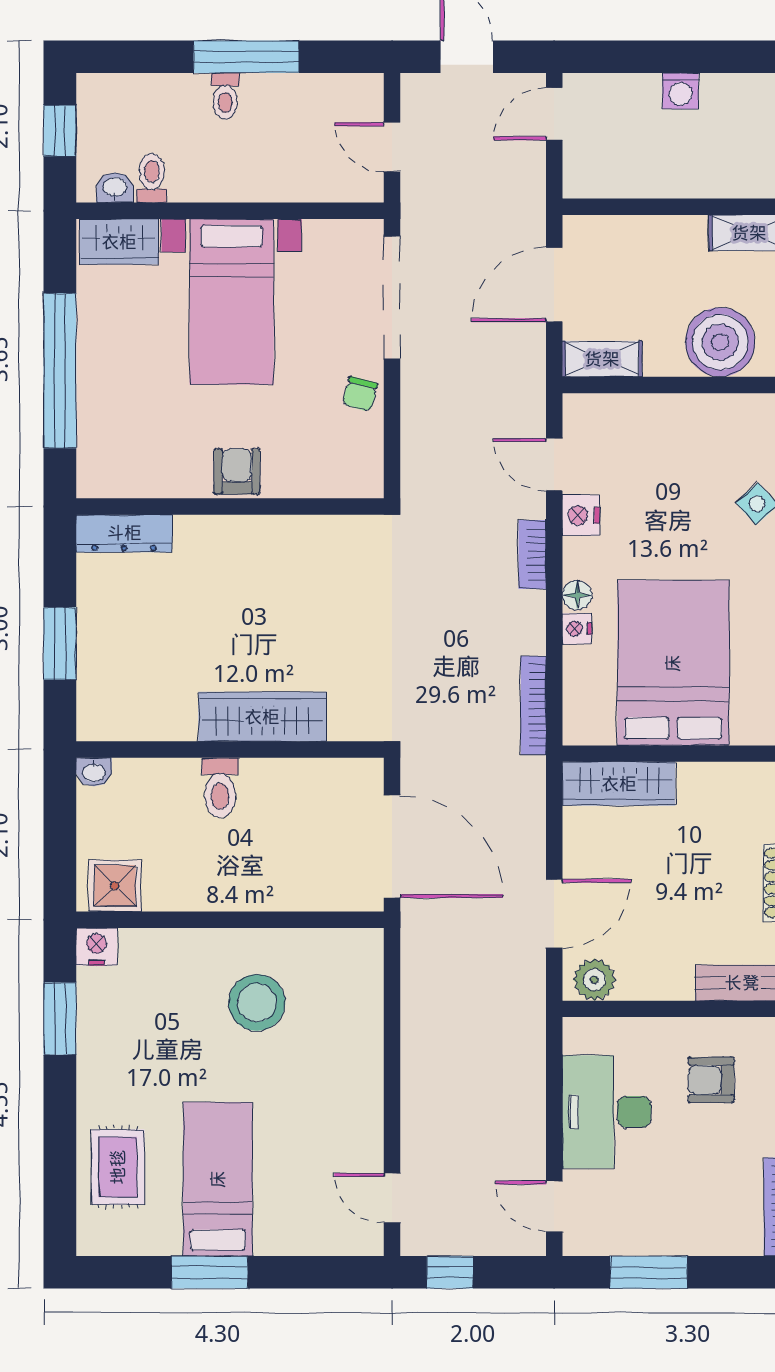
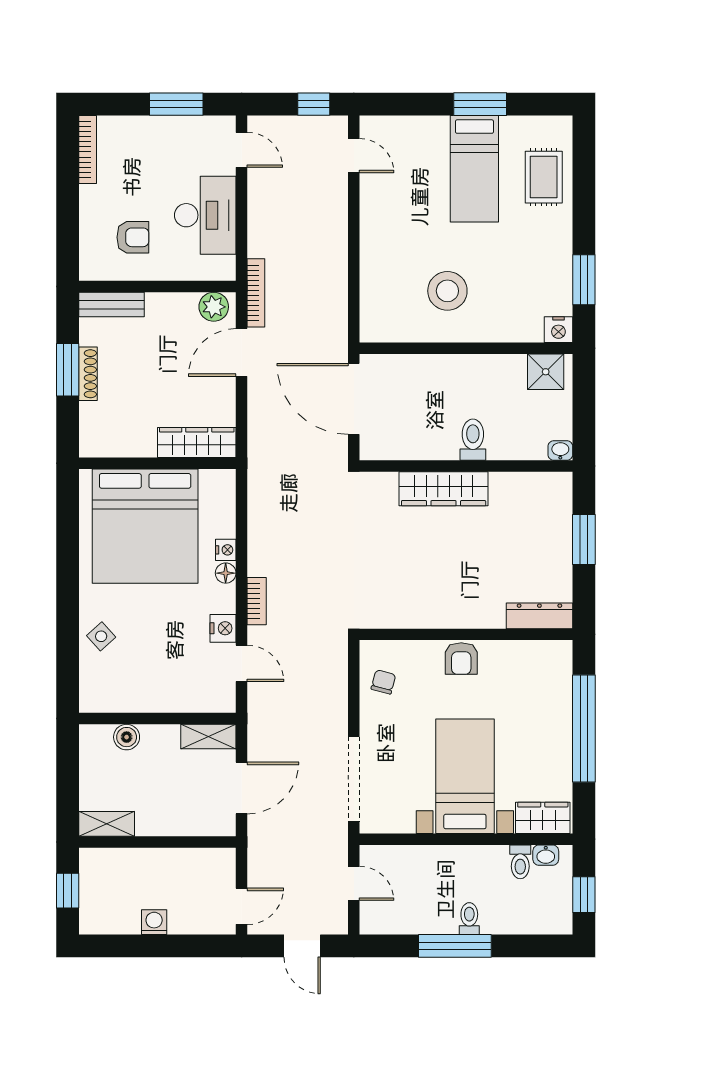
boiler: (720, 342) -> (127, 737), width x0.54, depth x0.54
chair: (360, 394) -> (383, 682), moved
bed: (673, 663) -> (145, 526), width x1.36
bookcase: (533, 705) -> (256, 293), moved

